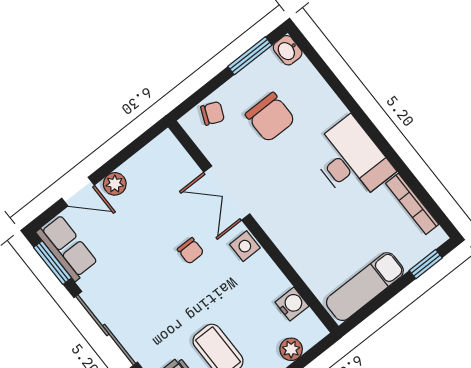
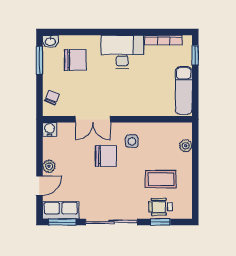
chair: (270, 117) -> (75, 60), moved
side table: (245, 246) -> (132, 141), moved
chair: (191, 251) -> (106, 156), width x1.87, depth x1.87
water cooler: (292, 304) -> (50, 129), moved

